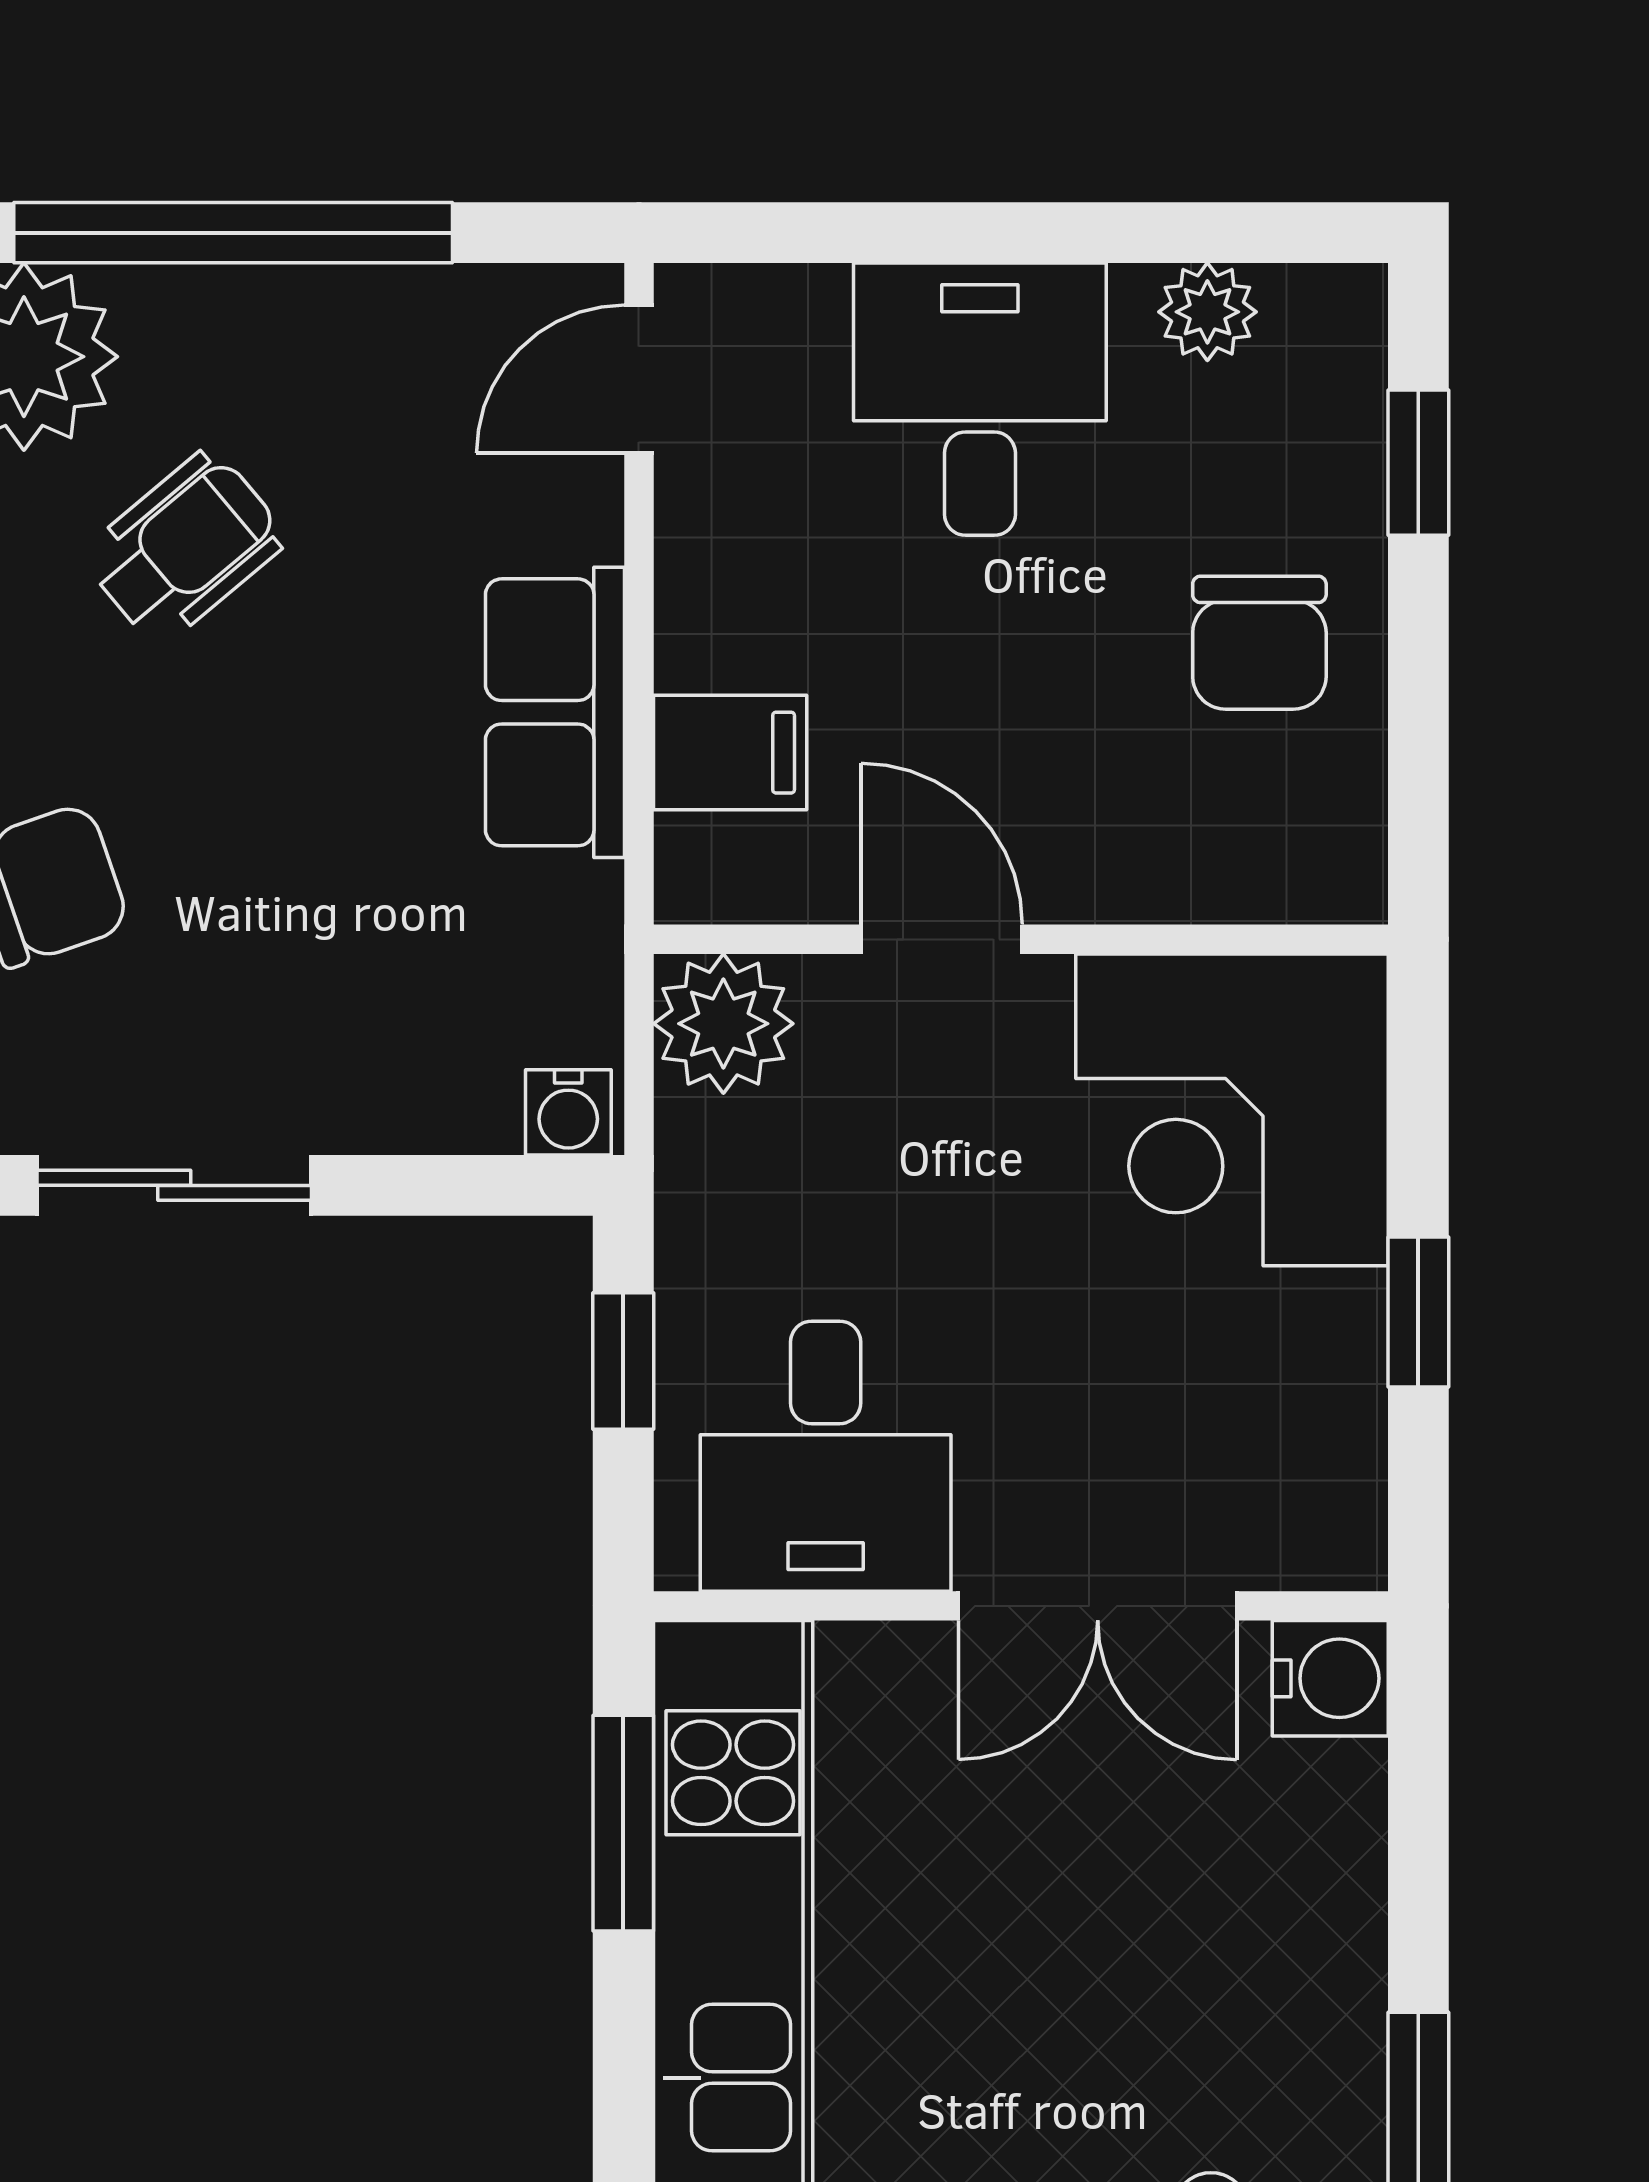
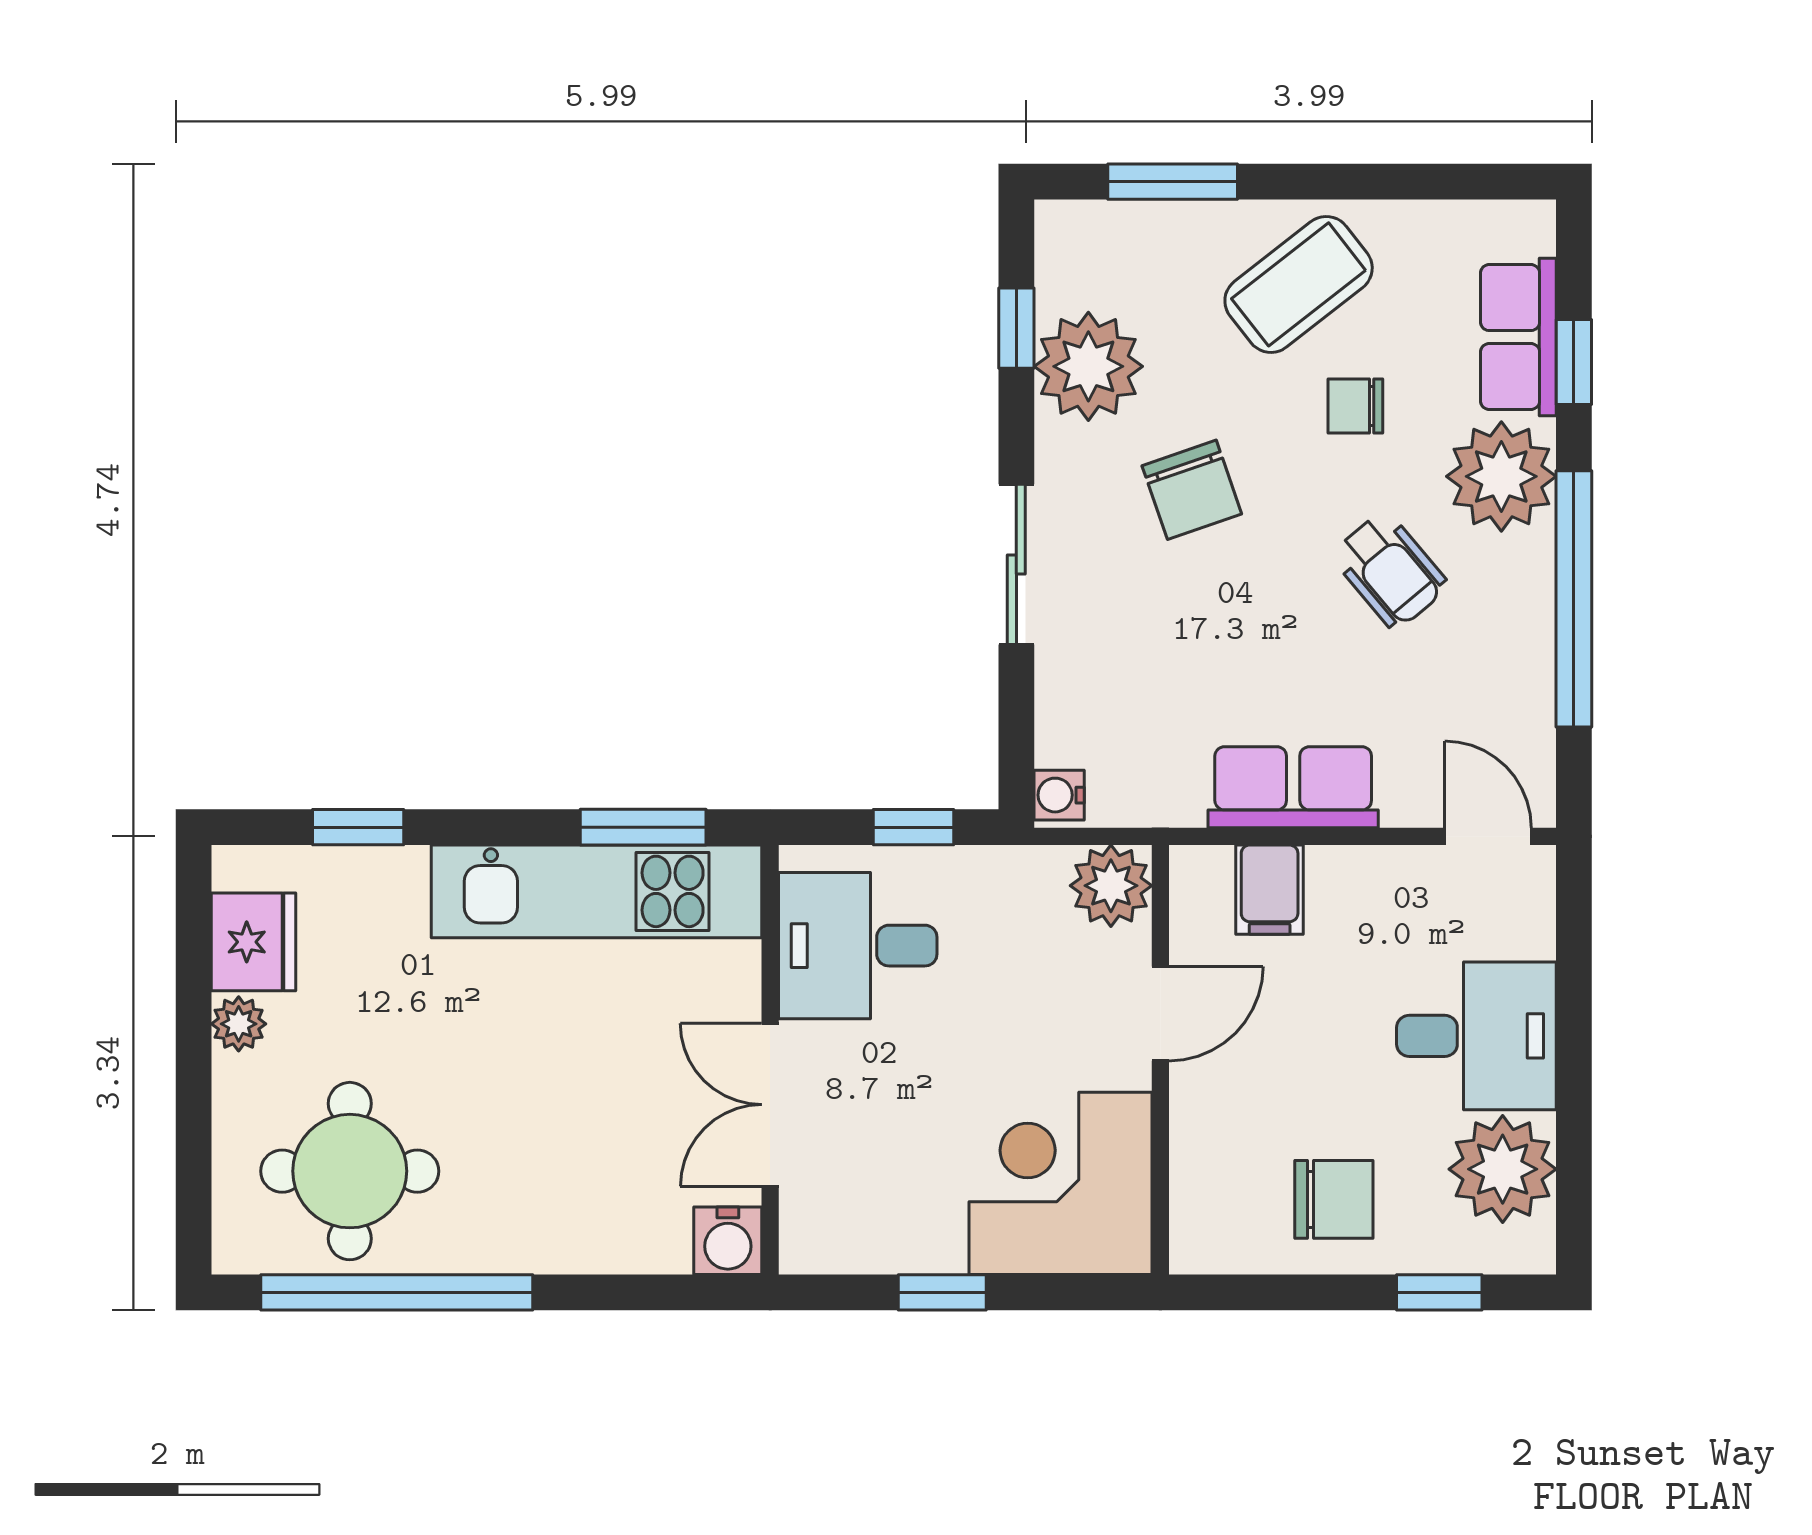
plant: (1207, 312) -> (1503, 1169), width x1.88, depth x1.88
chair: (1259, 643) -> (1334, 1199), turned 180

